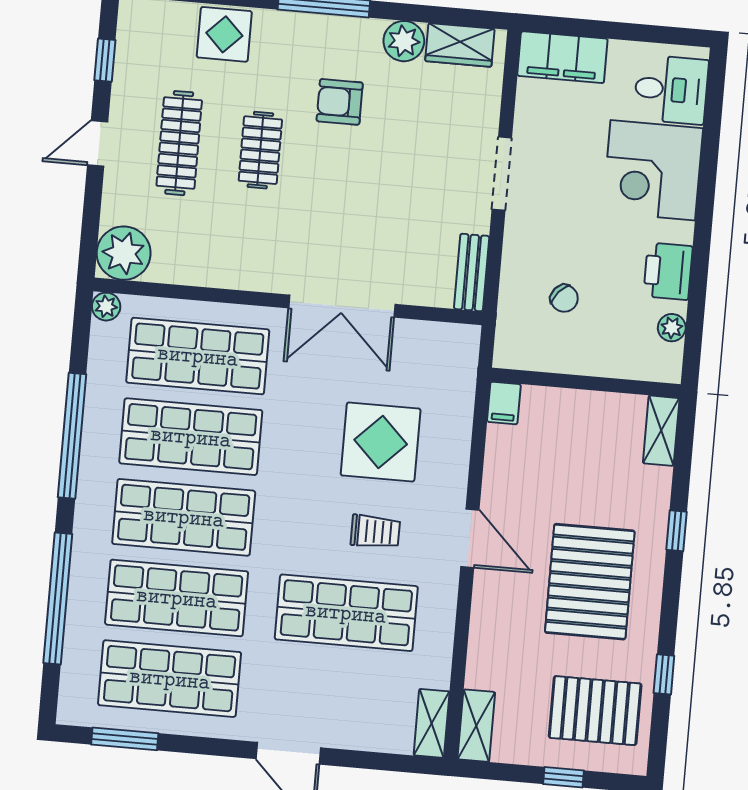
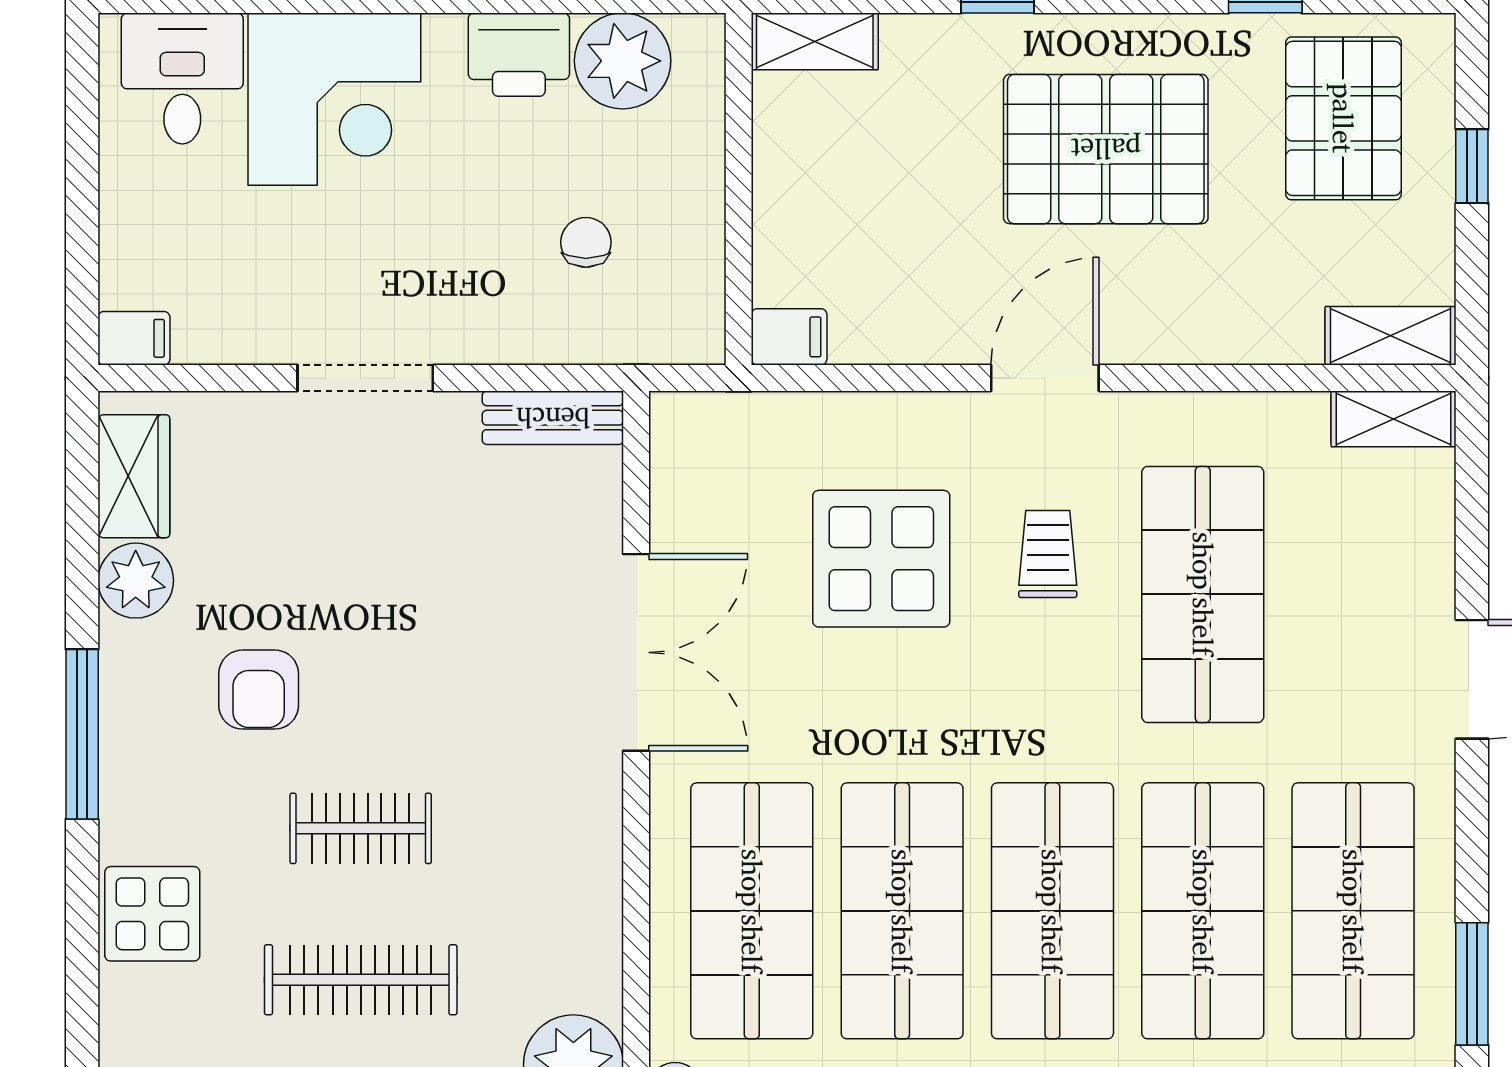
filing cabinet: (562, 57) -> (134, 338), width x0.33, depth x0.86
chair: (564, 298) -> (586, 242), turned -41
plant: (672, 328) -> (623, 61), width x1.87, depth x1.87

